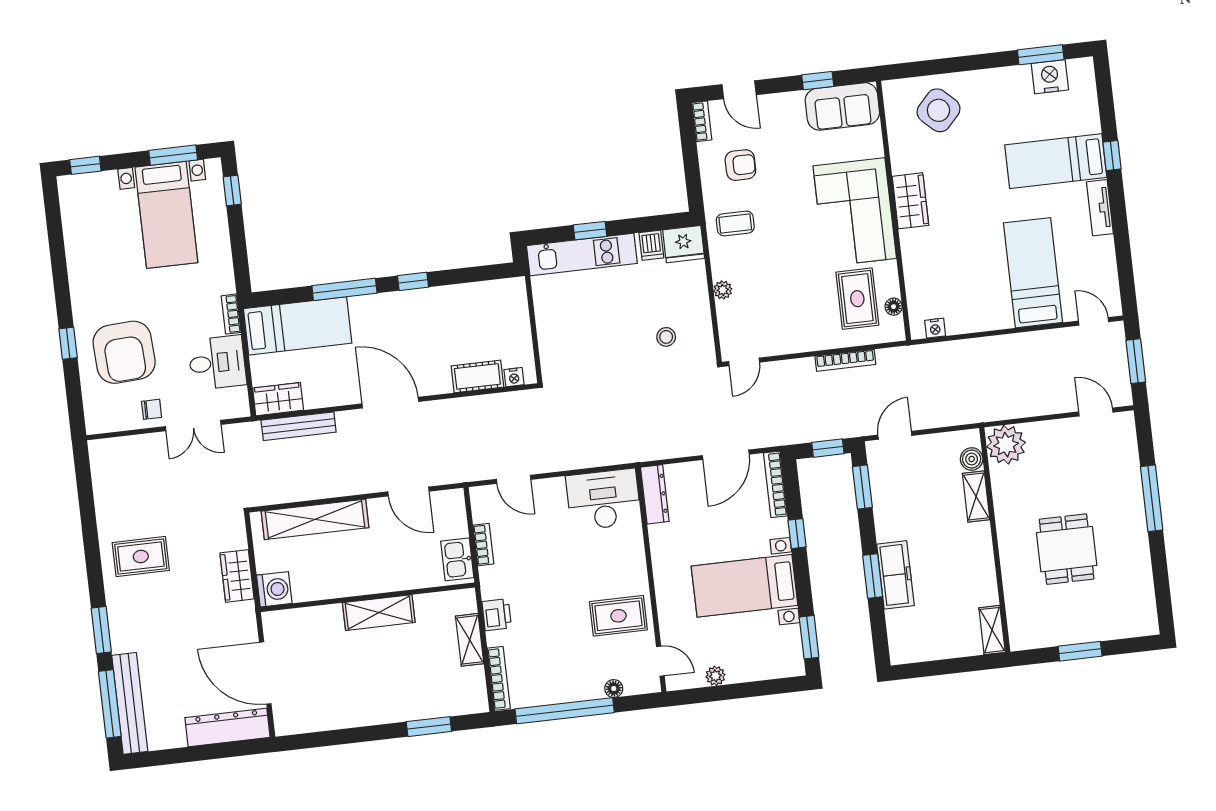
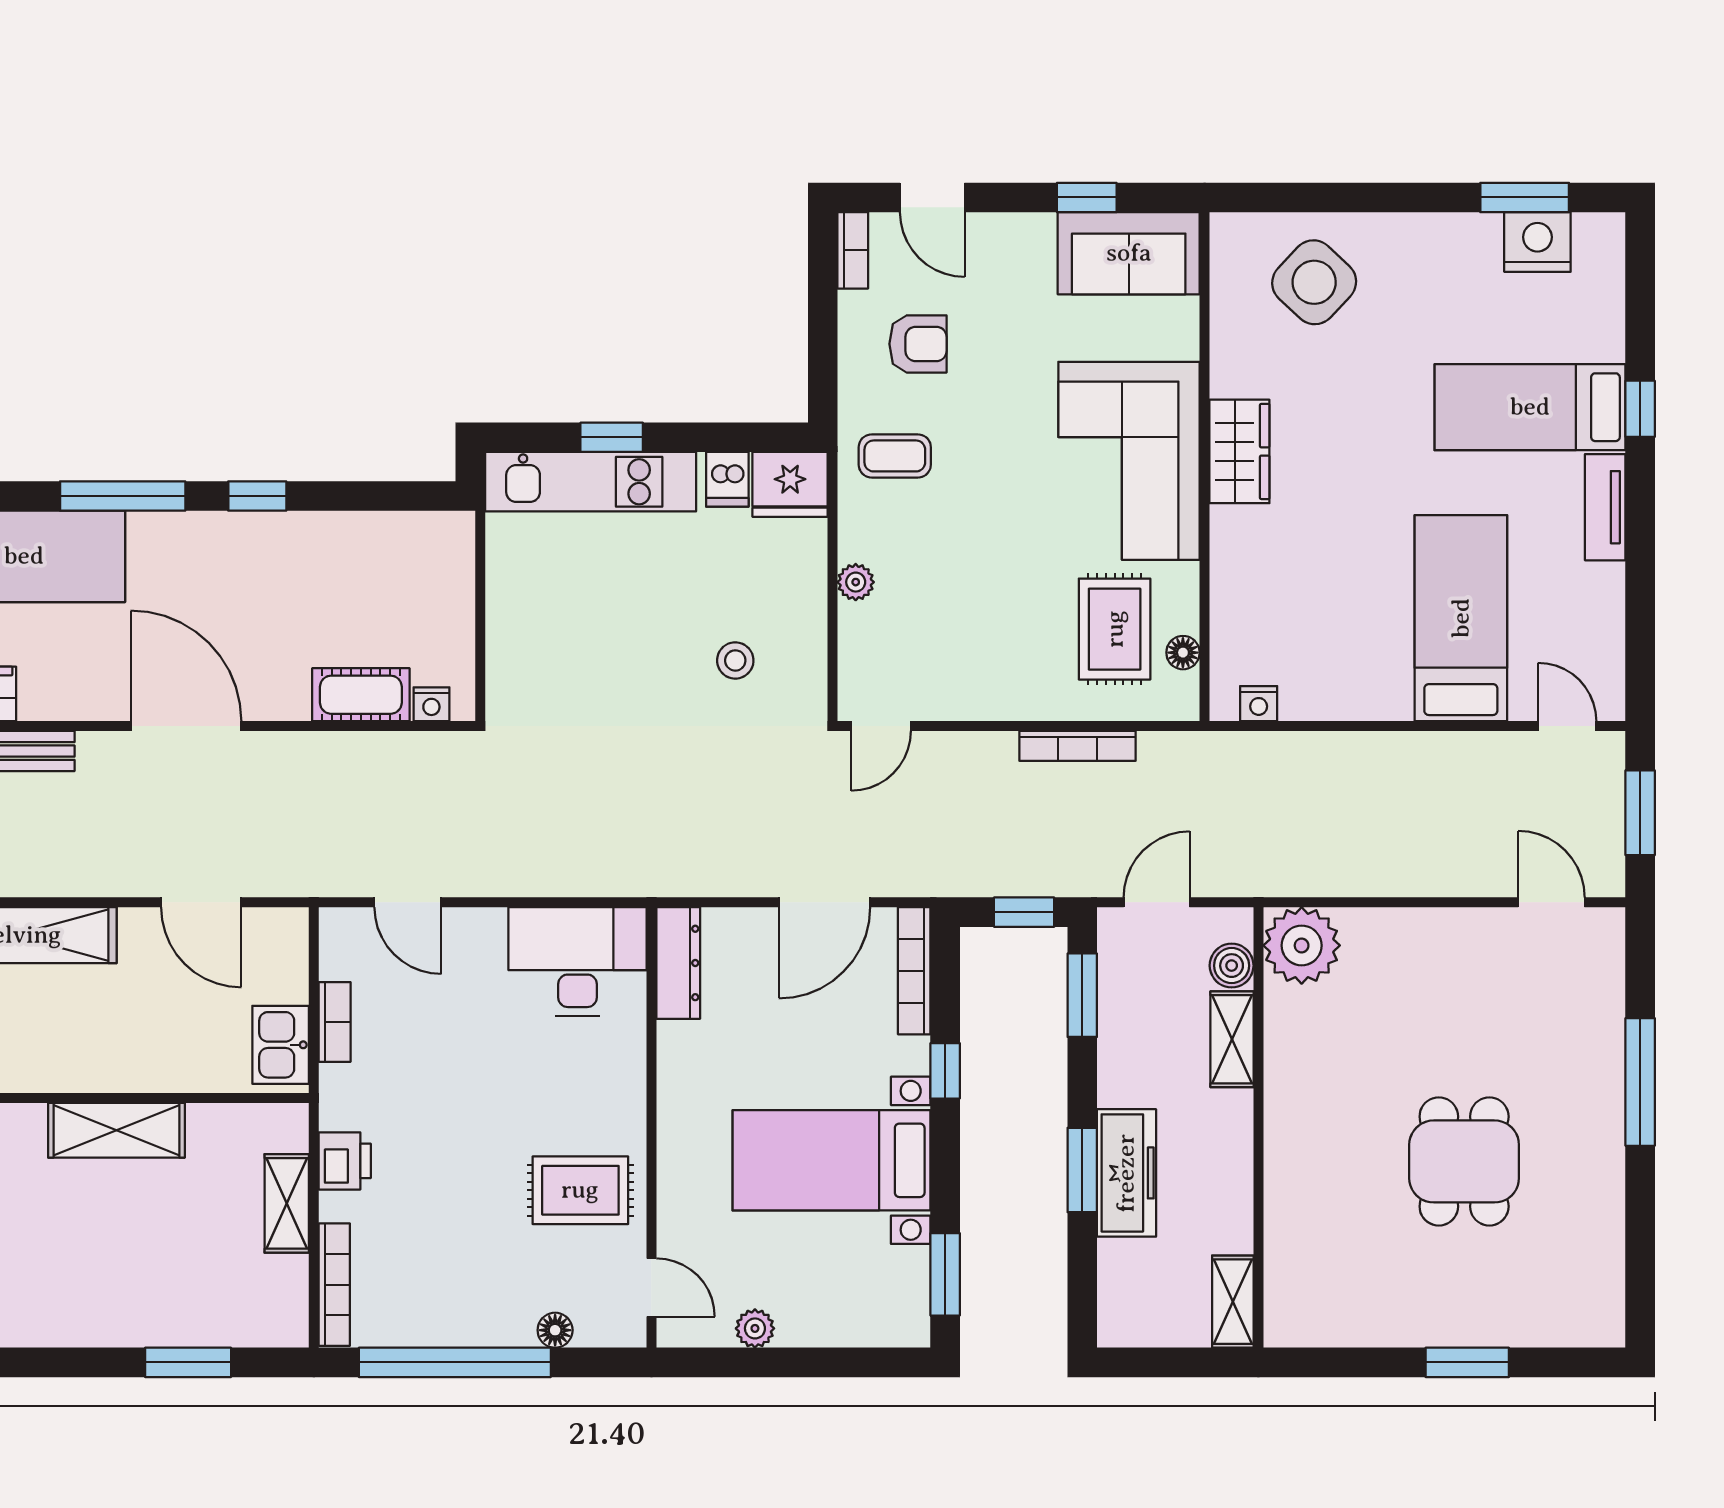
plant: (1006, 445) -> (1302, 945), moved
boiler: (972, 459) -> (1232, 966), moved
shelving: (976, 497) -> (1232, 1039), moved
wall: (995, 540) -> (1258, 1127), moved
shelving: (992, 630) -> (1233, 1302), moved

